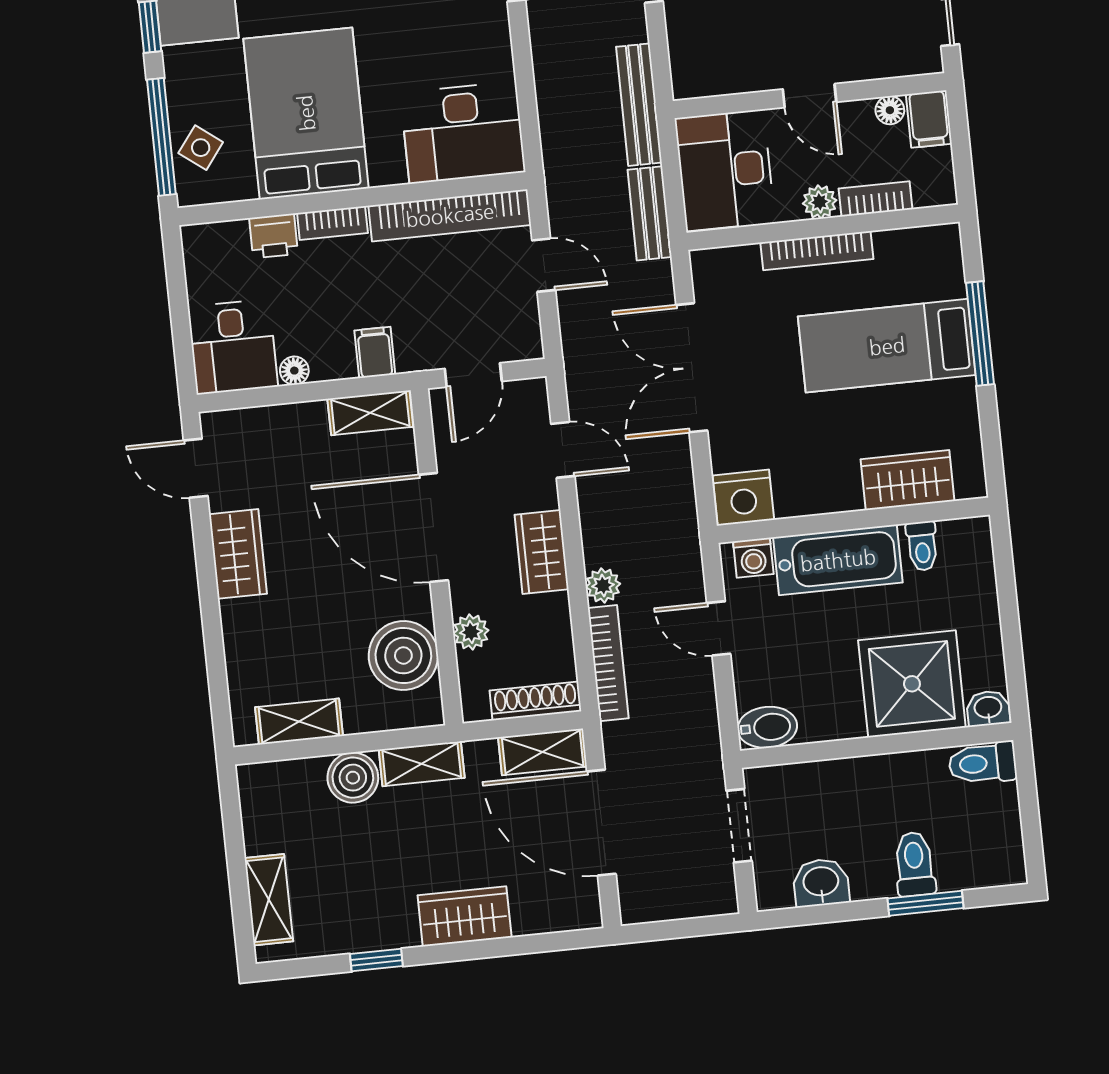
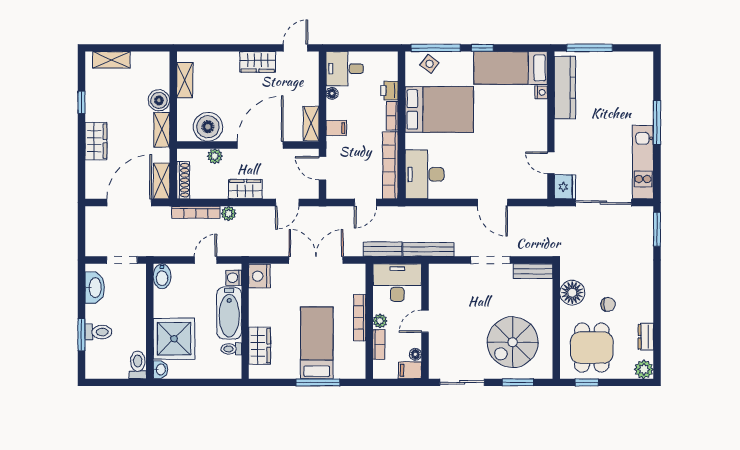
washbasin: (821, 883) -> (95, 288), width x1.38

